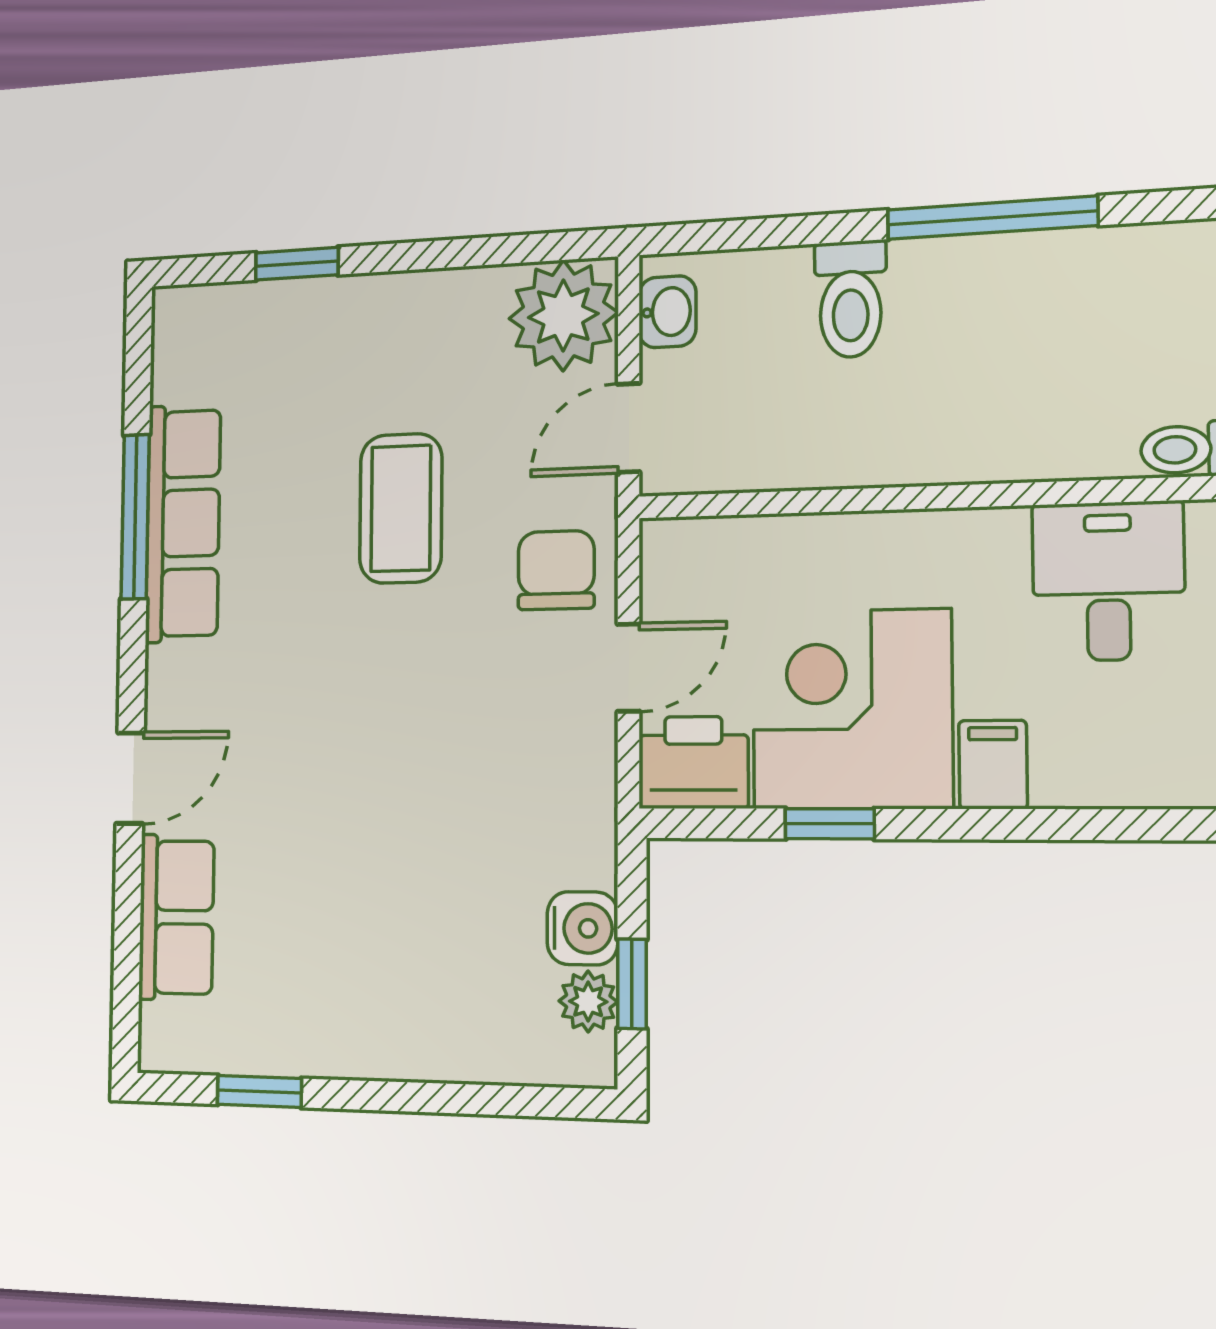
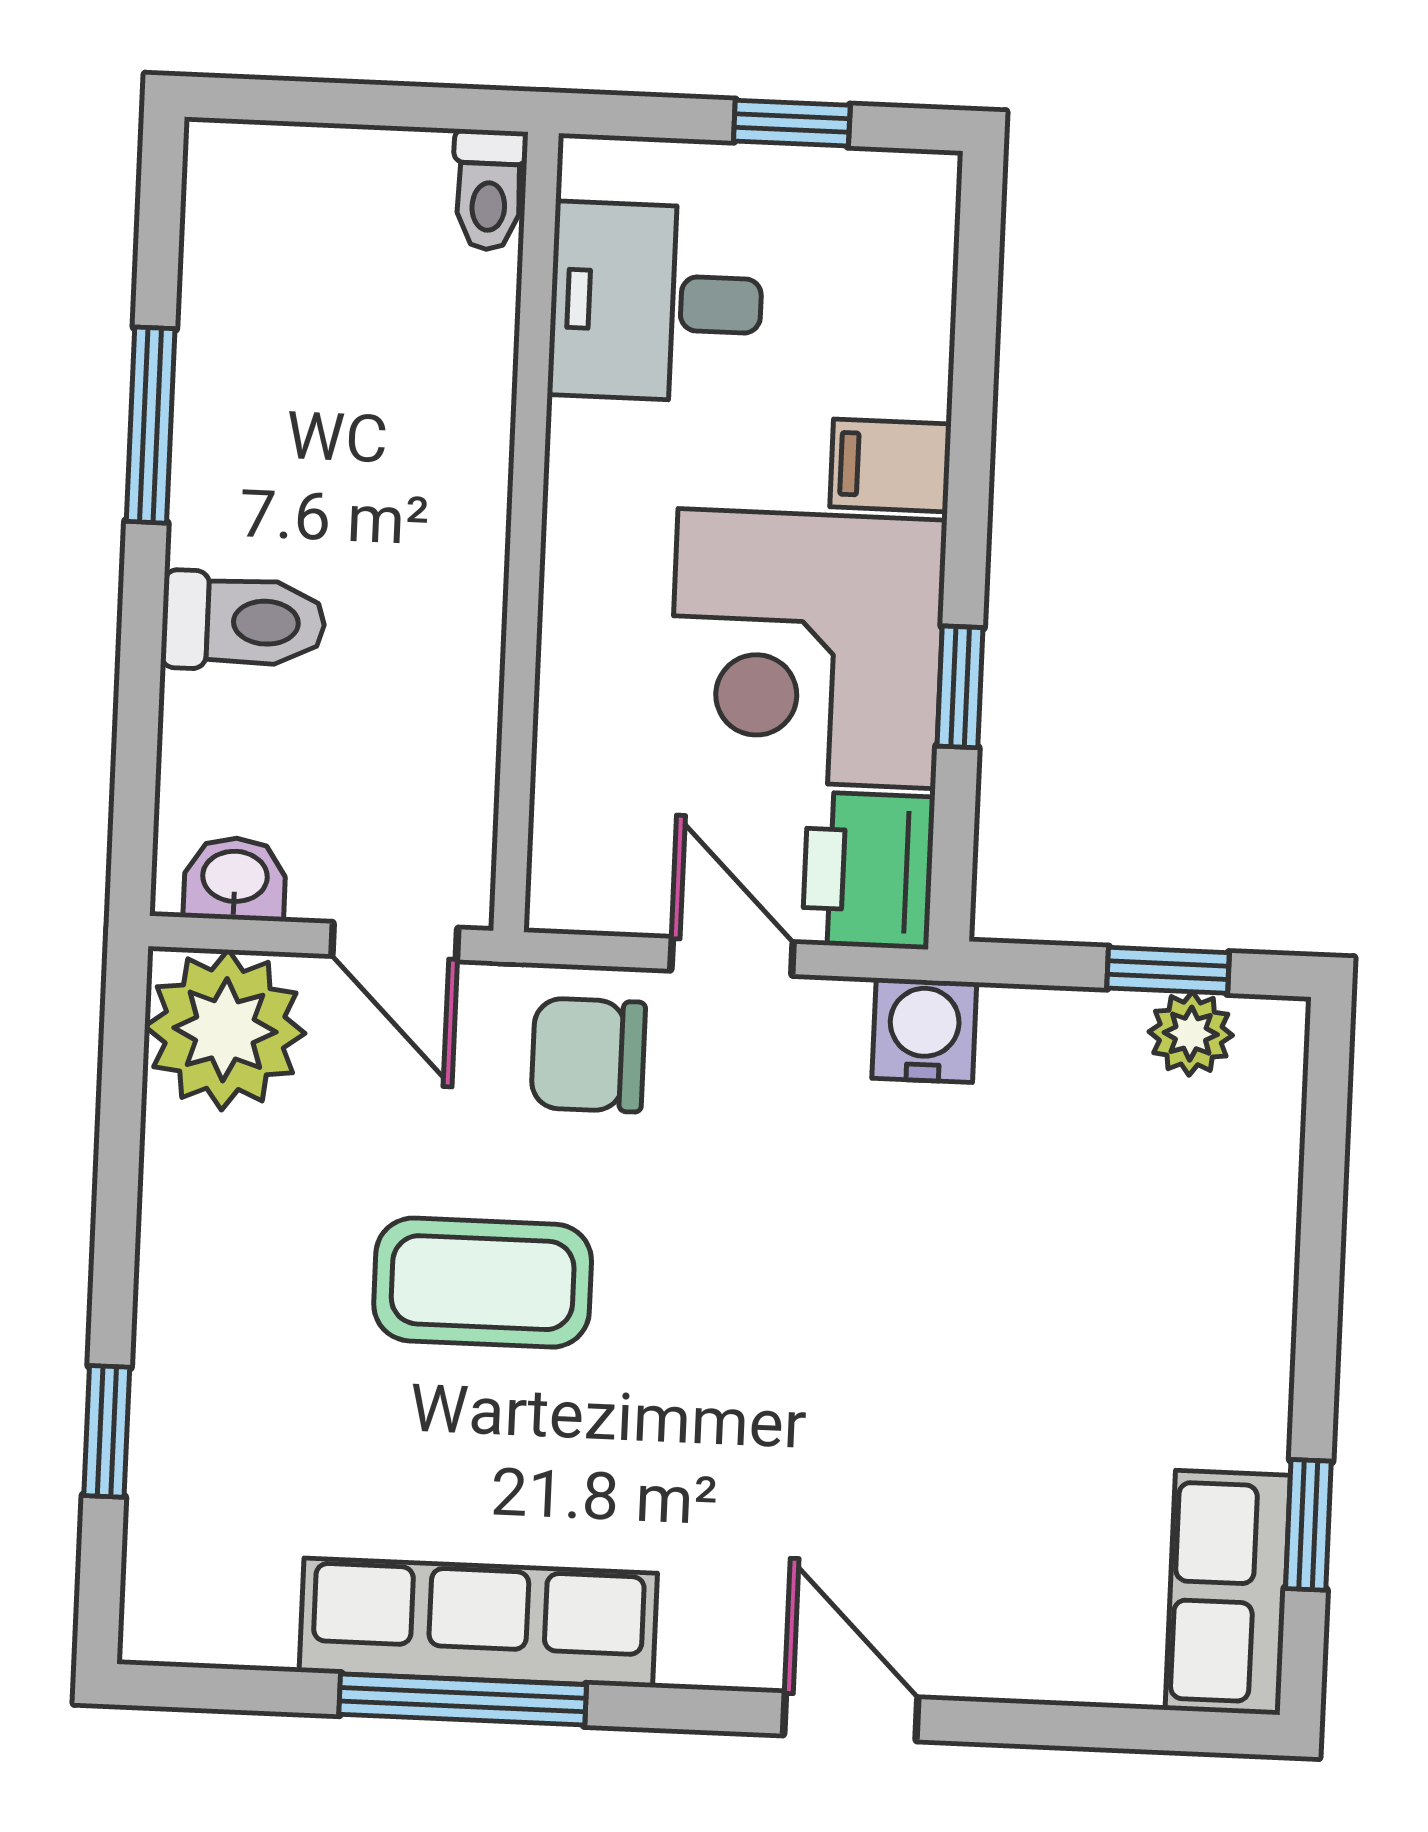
window: (992, 218) -> (151, 425), width x0.69
row of seats: (176, 917) -> (1228, 1592), moved, turned -90
water cooler: (582, 928) -> (924, 1030), moved

